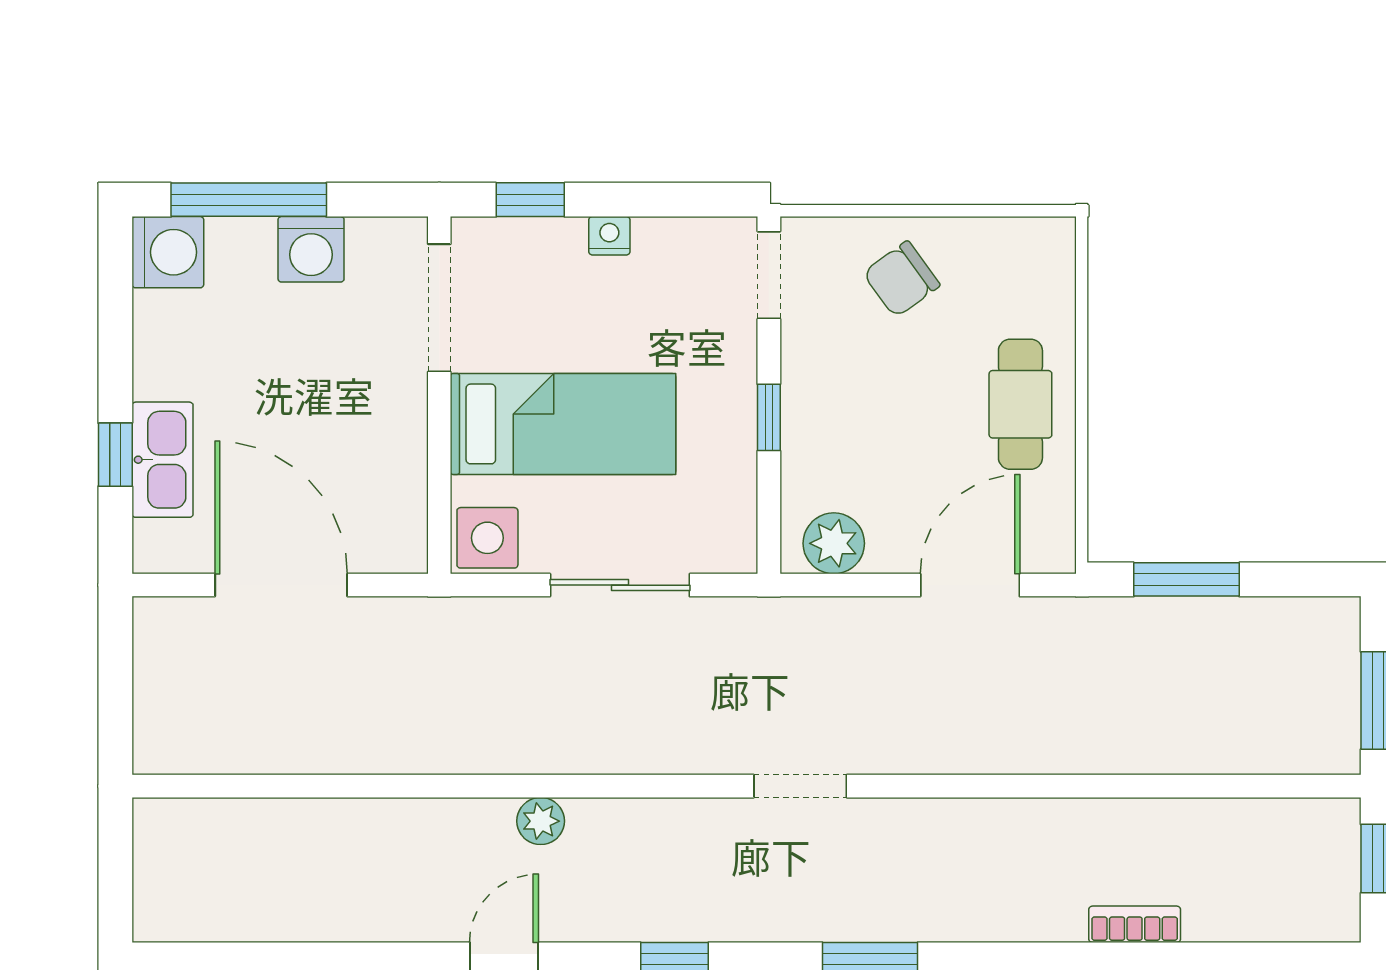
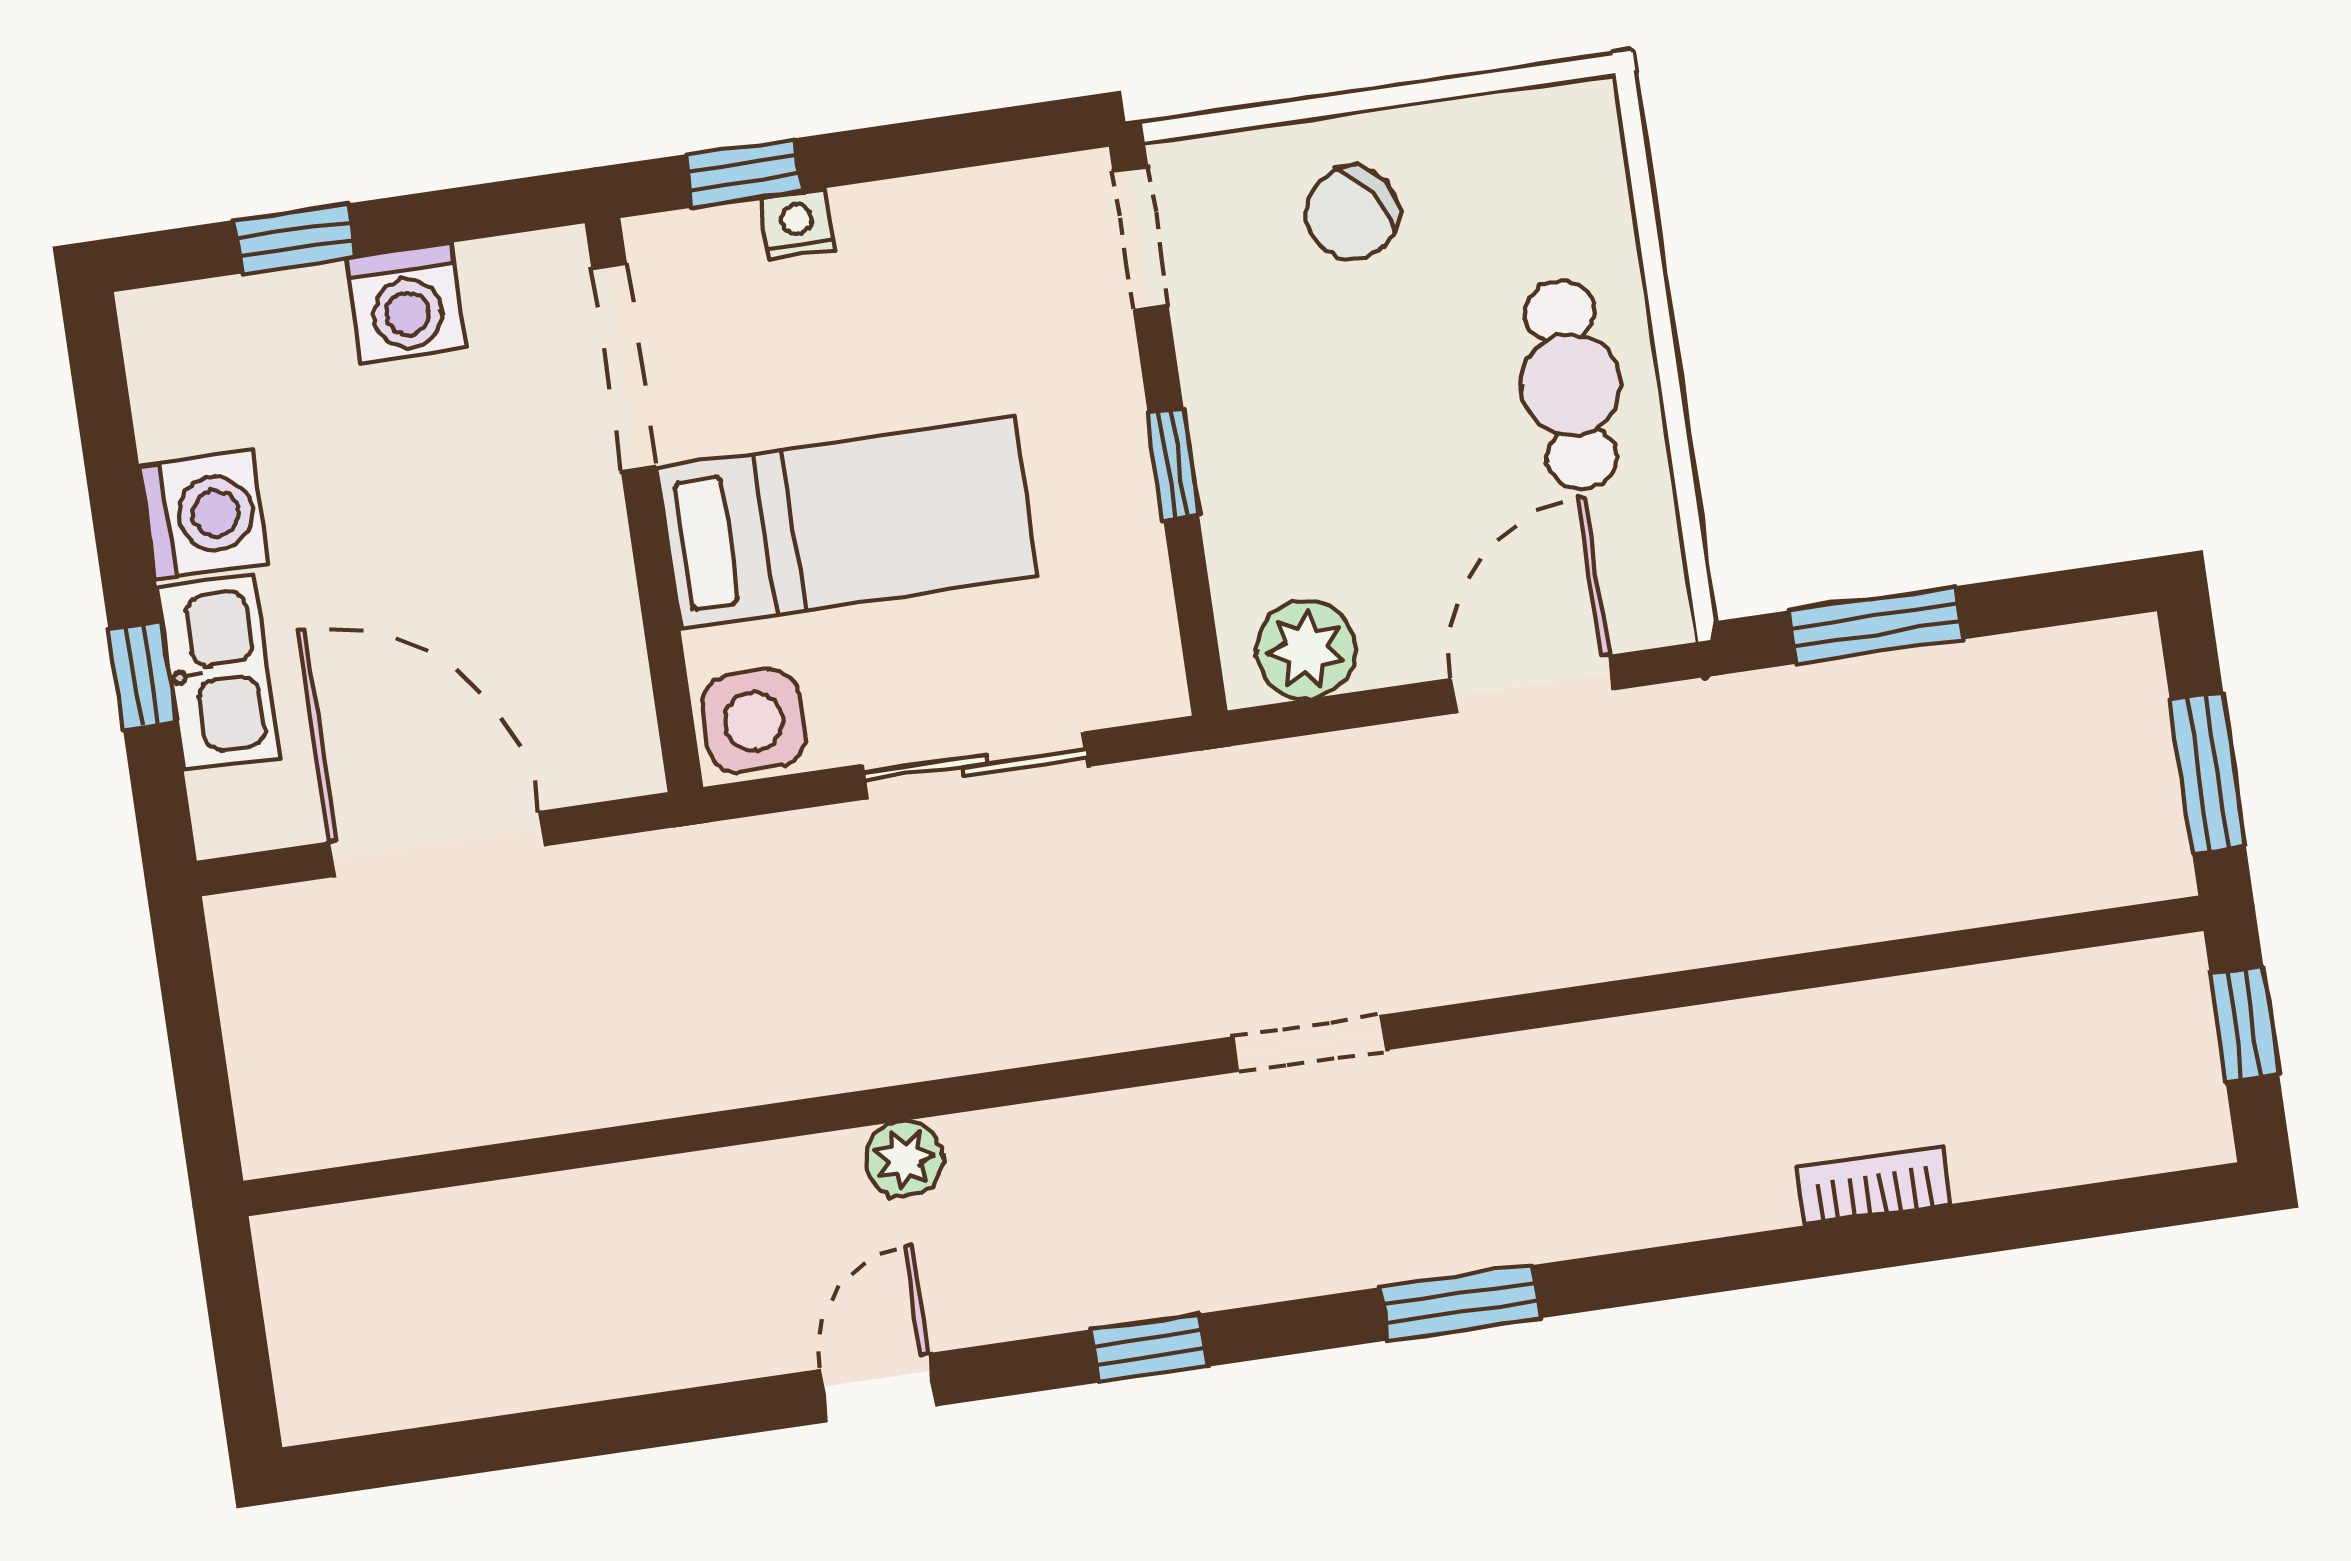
window: (249, 200) -> (295, 238), width x0.46
nightstand: (609, 236) -> (798, 224), moved
washing machine: (168, 252) -> (204, 515), moved

